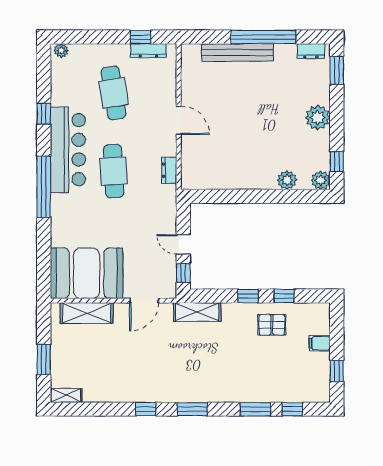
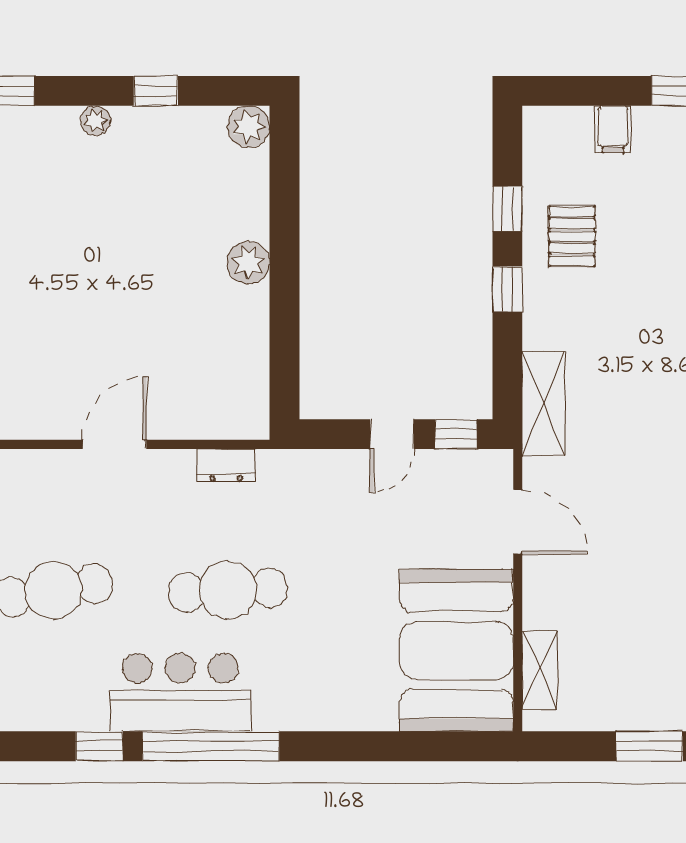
plant: (318, 118) -> (95, 121), width x0.53, depth x0.53
bar counter: (68, 150) -> (180, 692), width x0.73
window: (337, 162) -> (156, 91), moved
plant: (287, 180) -> (248, 263), moved
window: (44, 187) -> (211, 746), moved
shelving: (87, 313) -> (540, 670), width x0.67, depth x0.75

